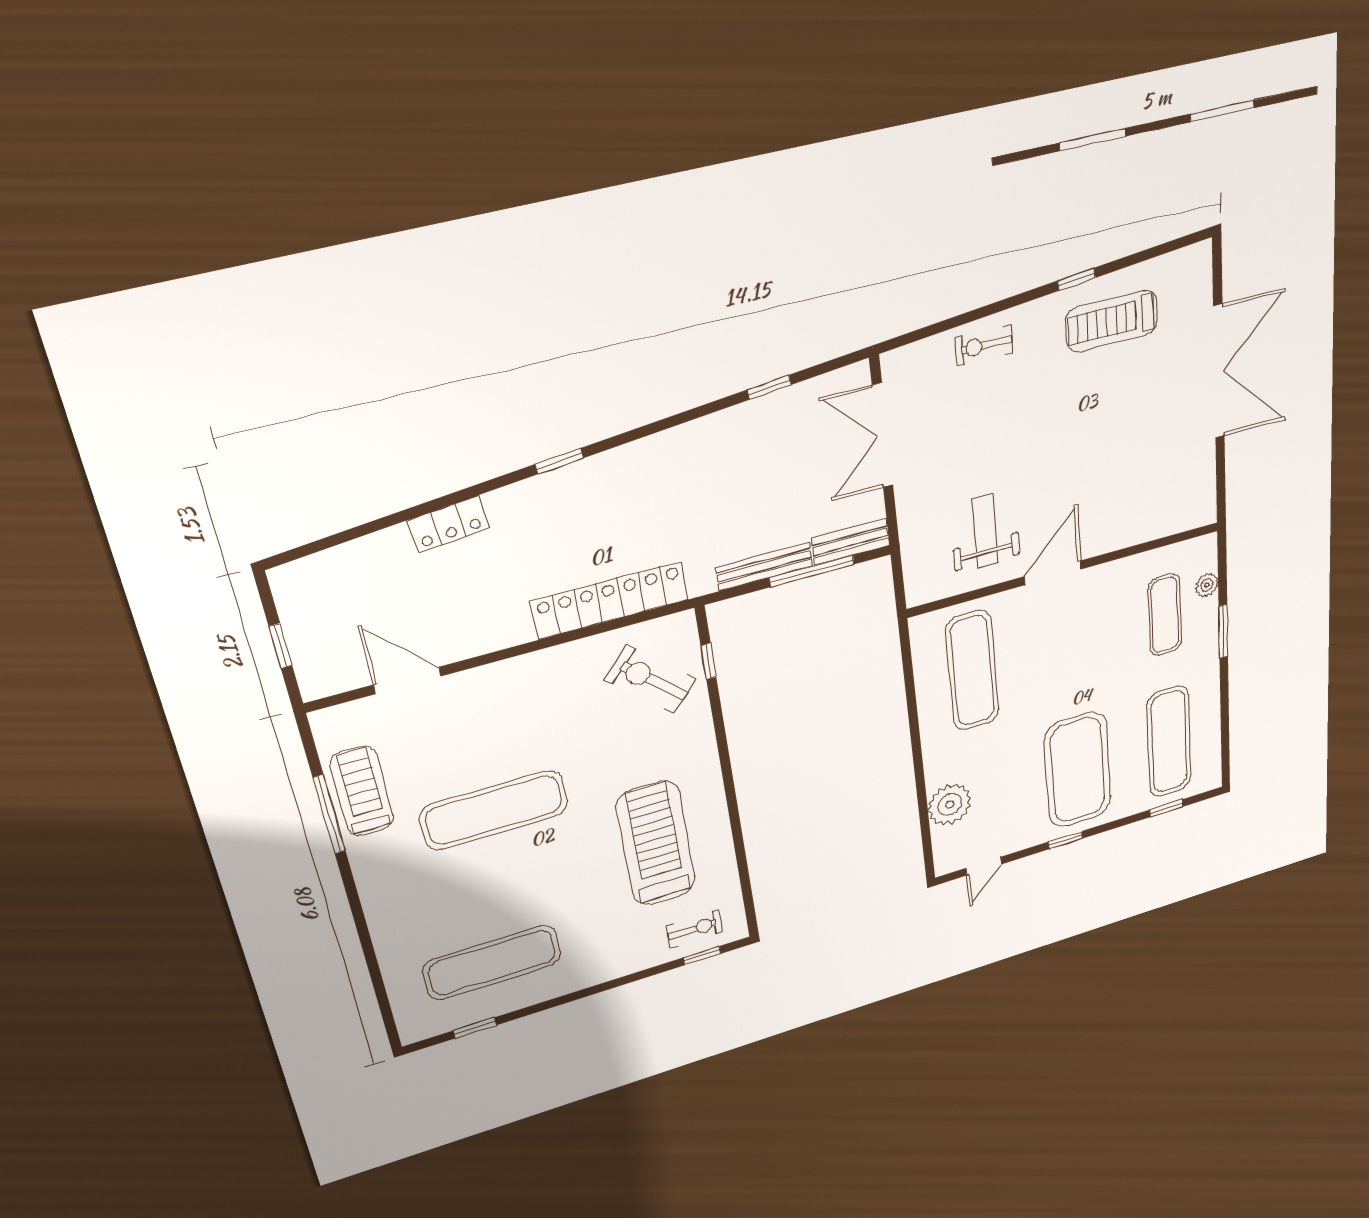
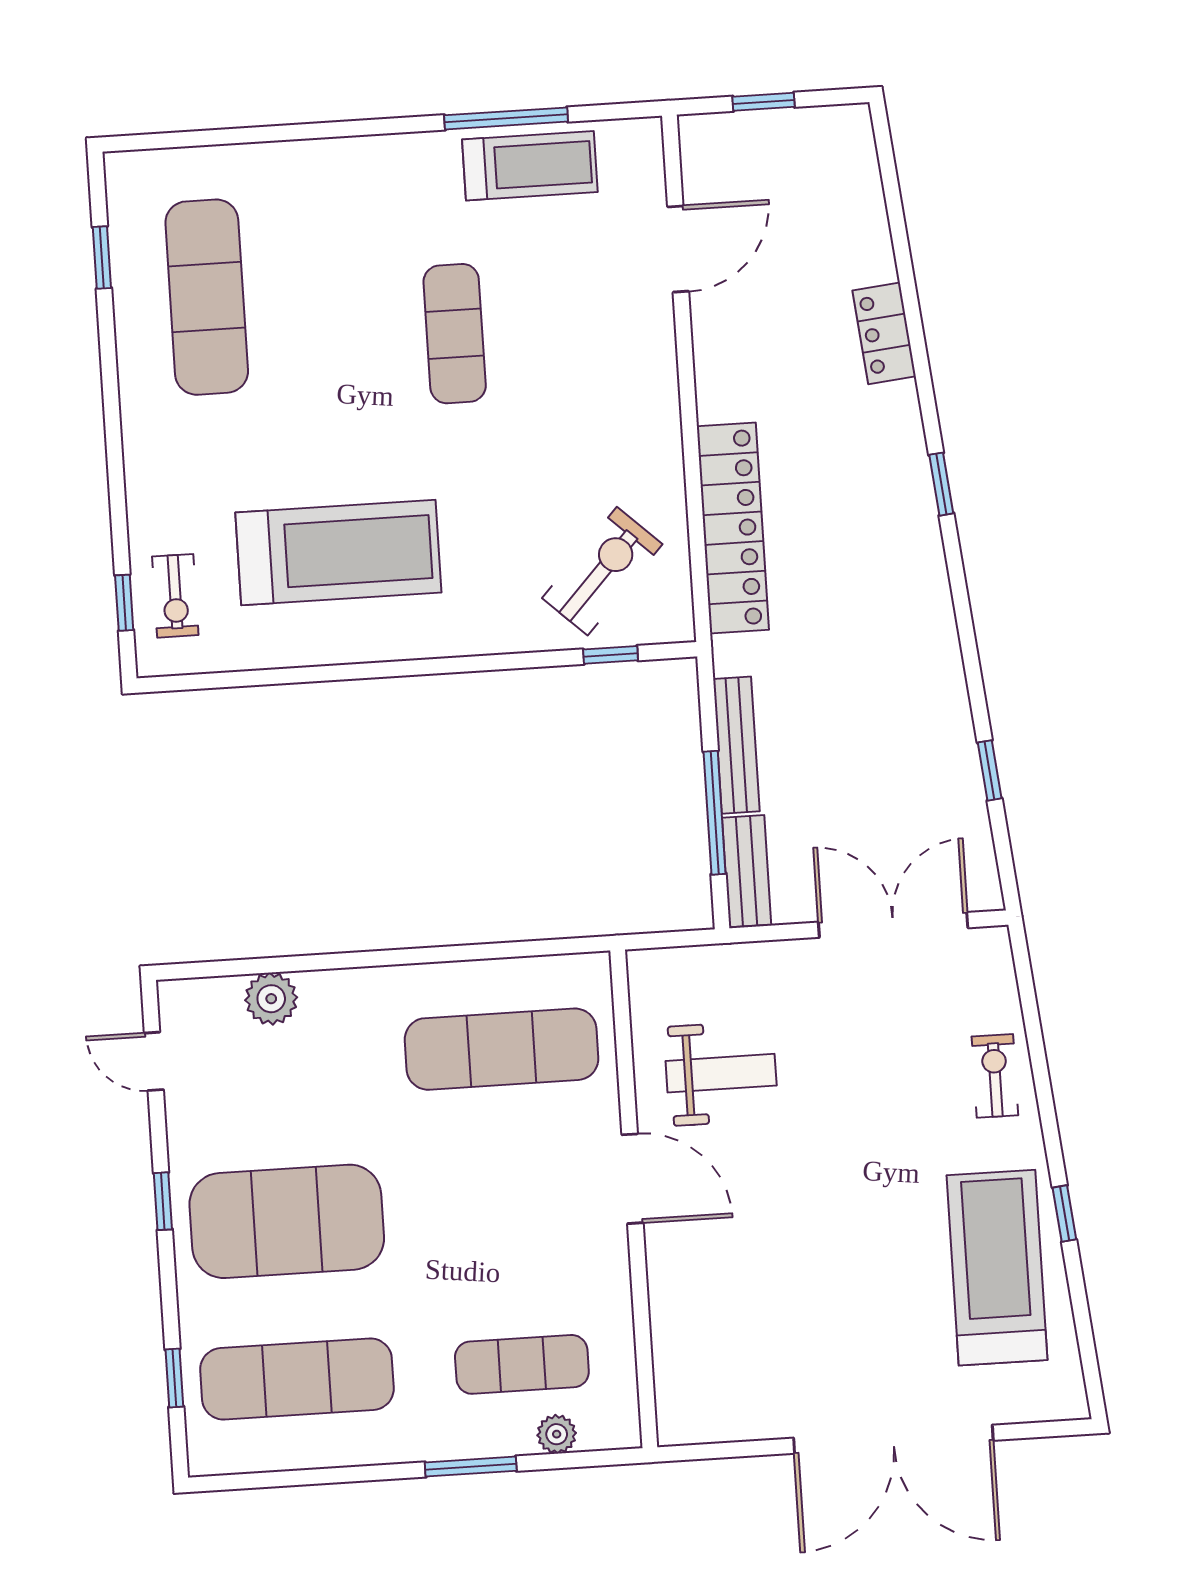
treadmill: (1112, 321) -> (997, 1268), width x1.37, depth x1.38
plant: (950, 805) -> (271, 999), width x0.73, depth x0.73
exercise mat: (494, 810) -> (455, 334), width x0.73, depth x0.69

